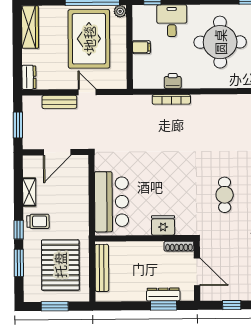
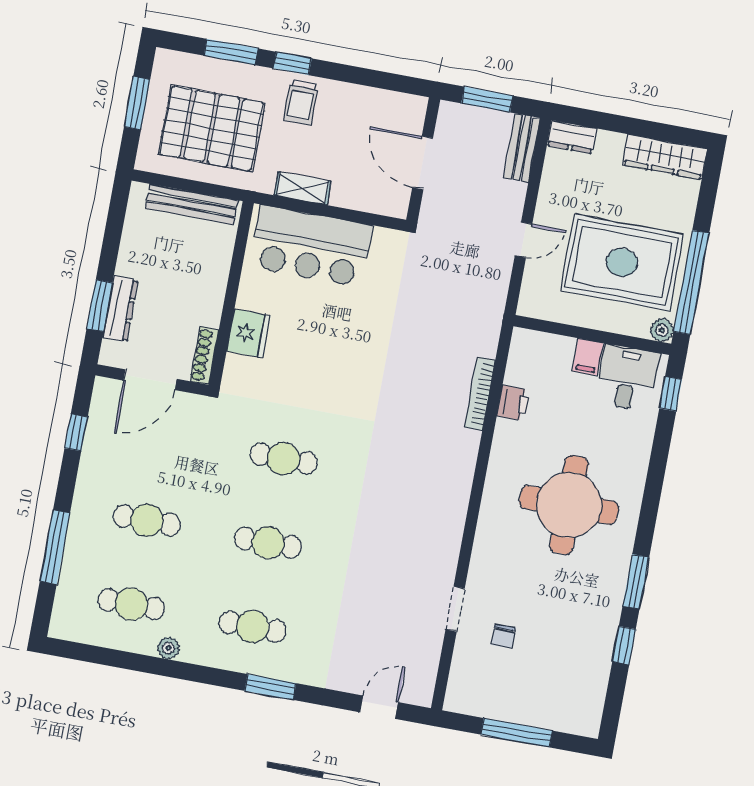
desk: (172, 21) -> (627, 378), moved, turned -90
bench: (59, 102) -> (522, 148), moved
shelving: (29, 192) -> (303, 188), moved

